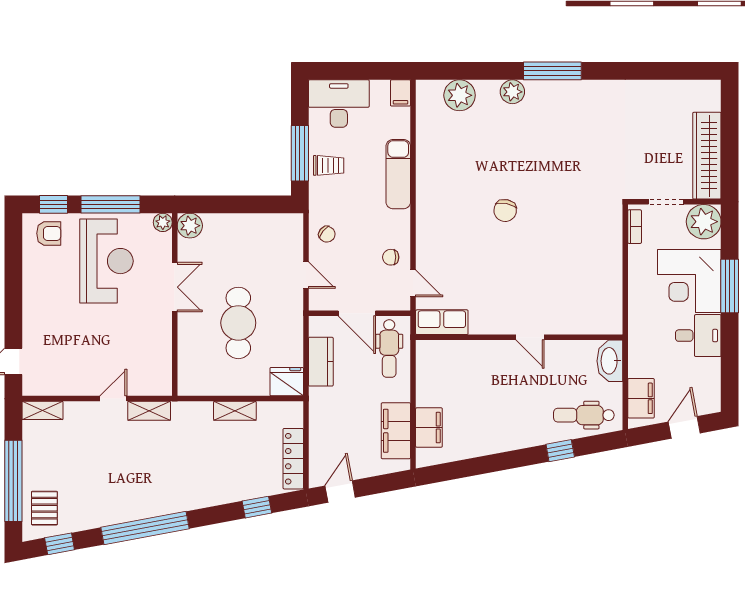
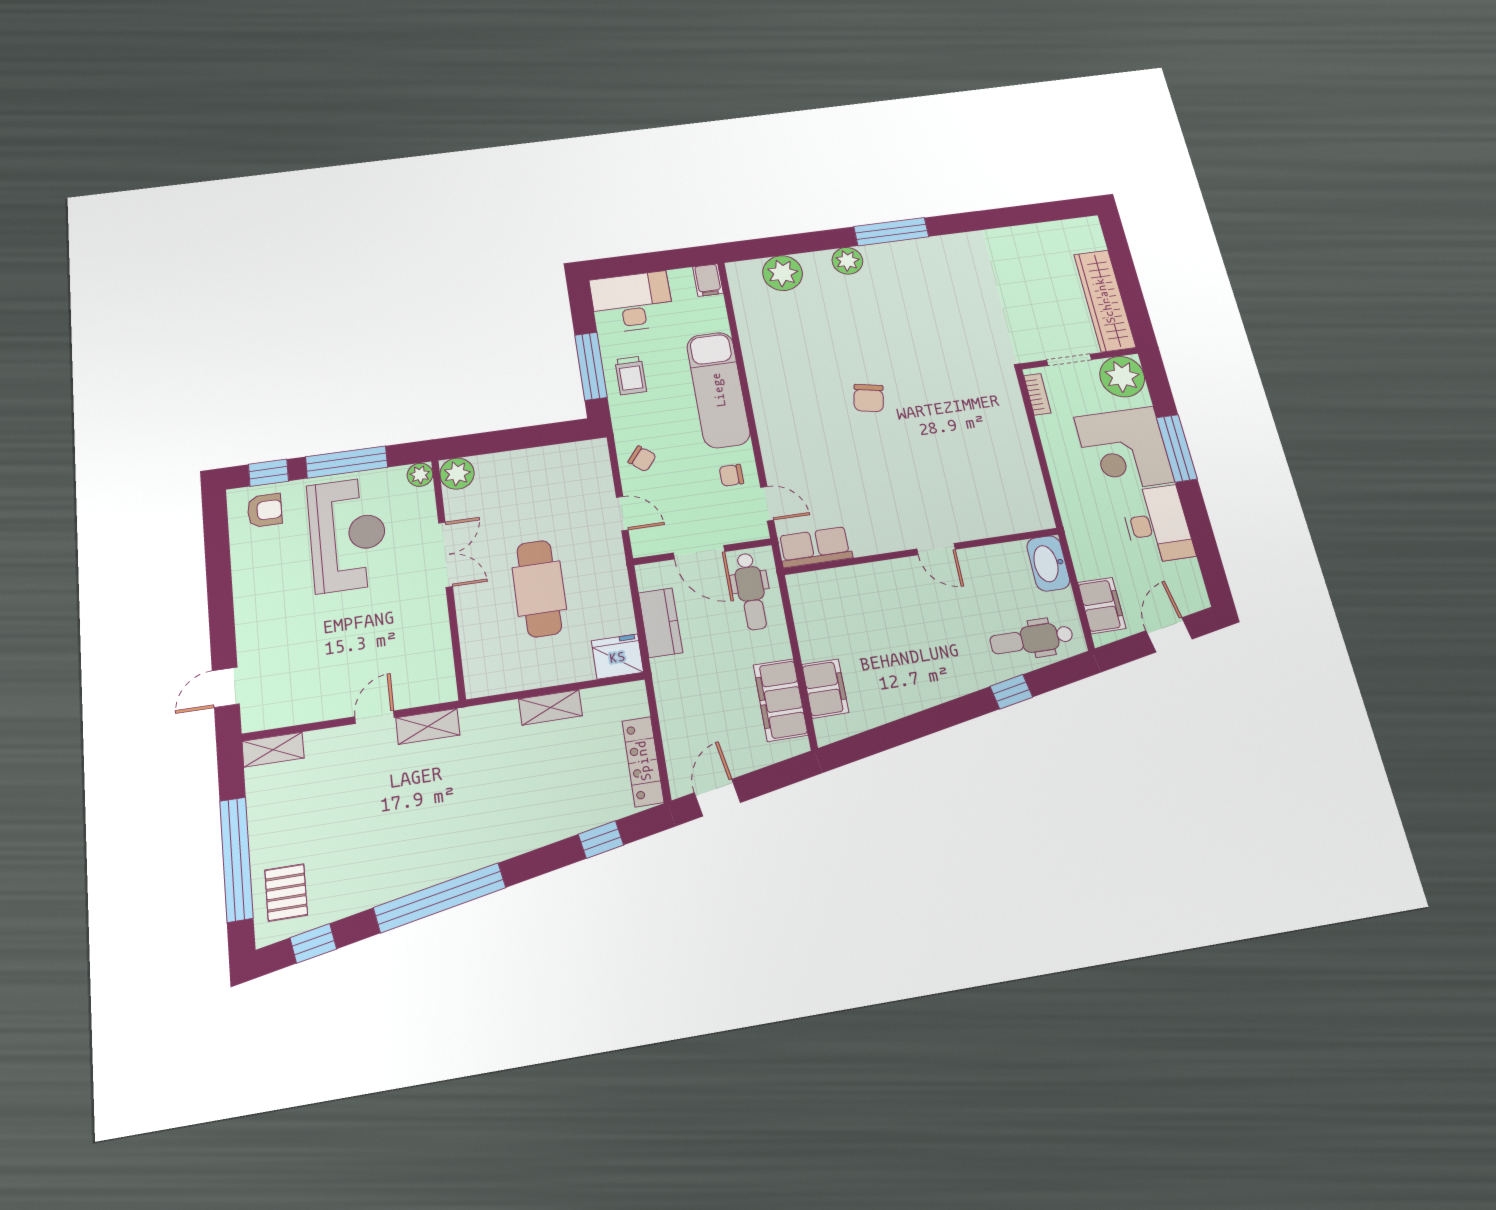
trolley: (329, 165) -> (631, 376), turned 90
exam couch: (398, 174) -> (718, 390), width x1.36, depth x1.45
desk: (698, 336) -> (1157, 524), width x1.37

